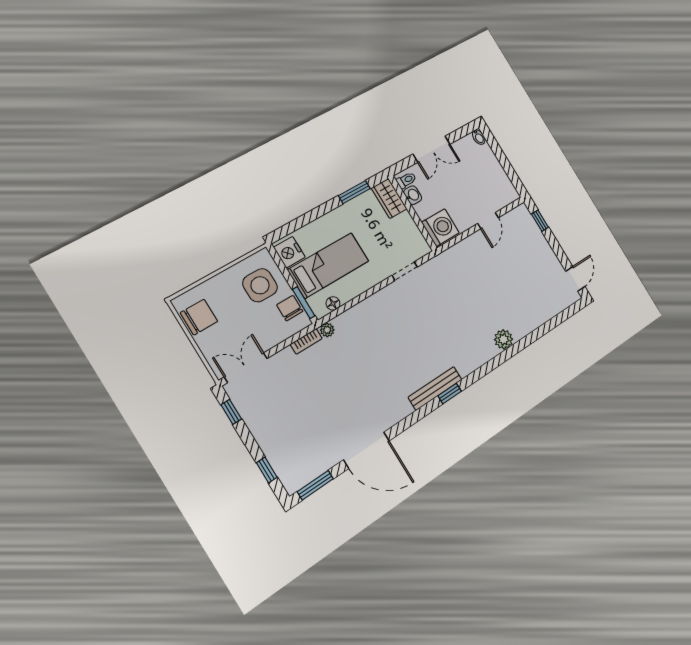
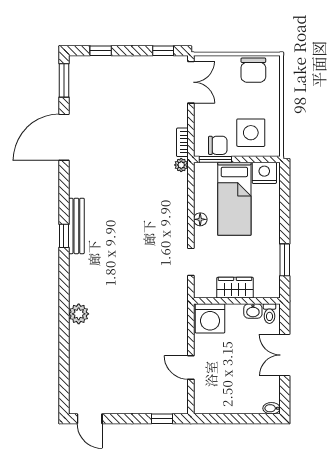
wardrobe: (389, 198) -> (235, 288), moved
floor lamp: (333, 303) -> (200, 219), moved

